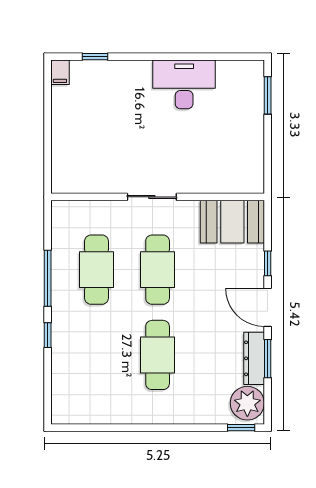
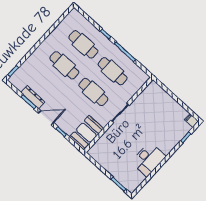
cafe table: (97, 355) -> (83, 44), added
plant: (247, 403) -> (20, 81), removed

